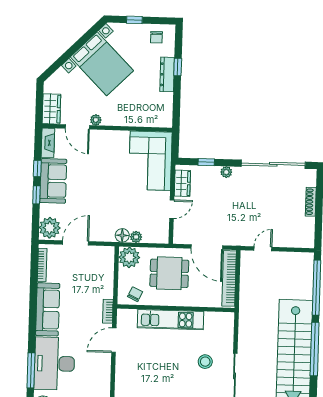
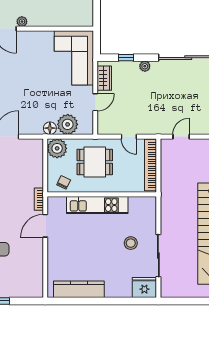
plant: (136, 237) -> (68, 124), width x1.88, depth x1.88
door: (207, 247) -> (129, 137), width x0.53

